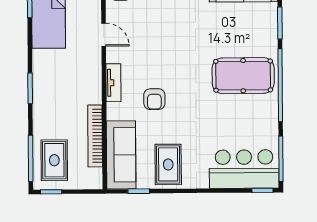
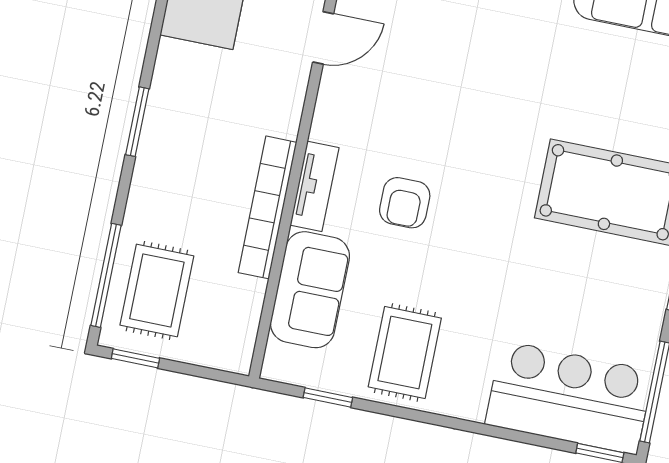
door: (104, 35) -> (323, 38), hinge flipped
tv unit: (113, 83) -> (314, 186), moved
bookcase: (95, 136) -> (268, 207), moved
sofa: (121, 155) -> (310, 290), width x0.73

